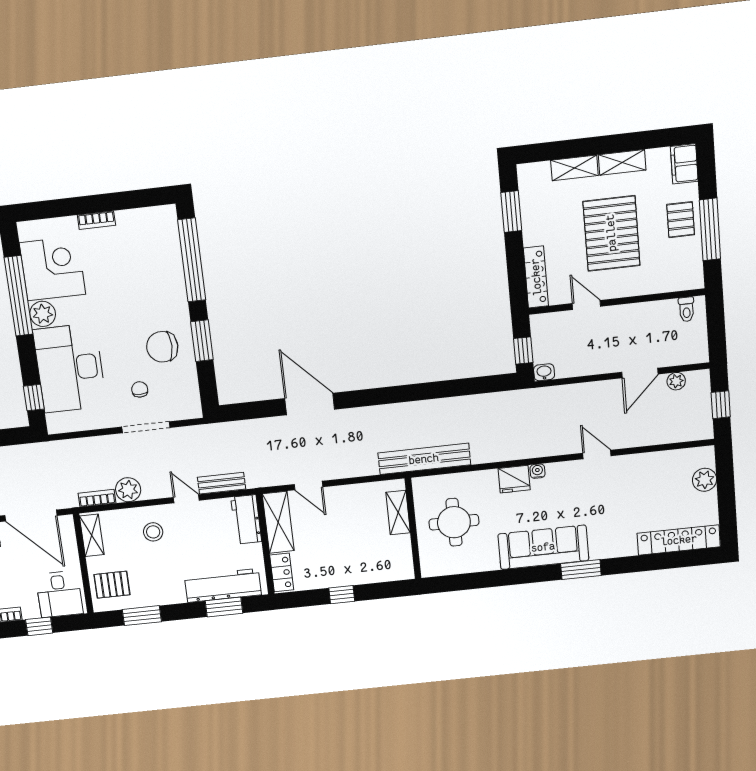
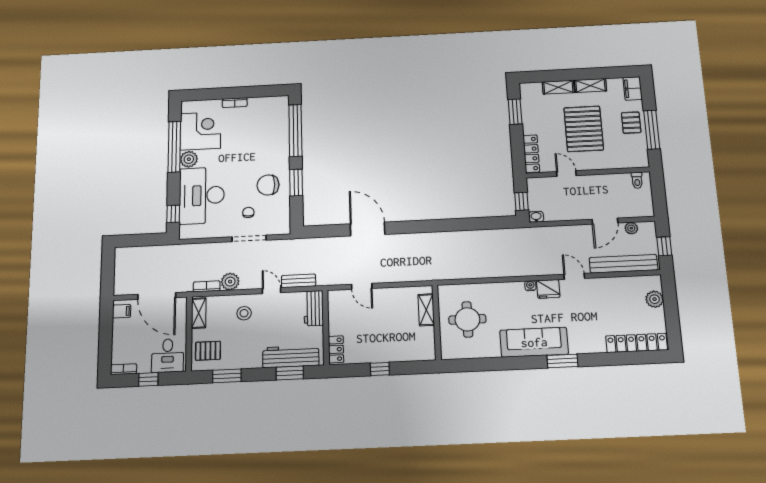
bench: (424, 459) -> (624, 264), moved
fridge: (514, 479) -> (548, 289), moved
shelving: (278, 522) -> (337, 312), removed

